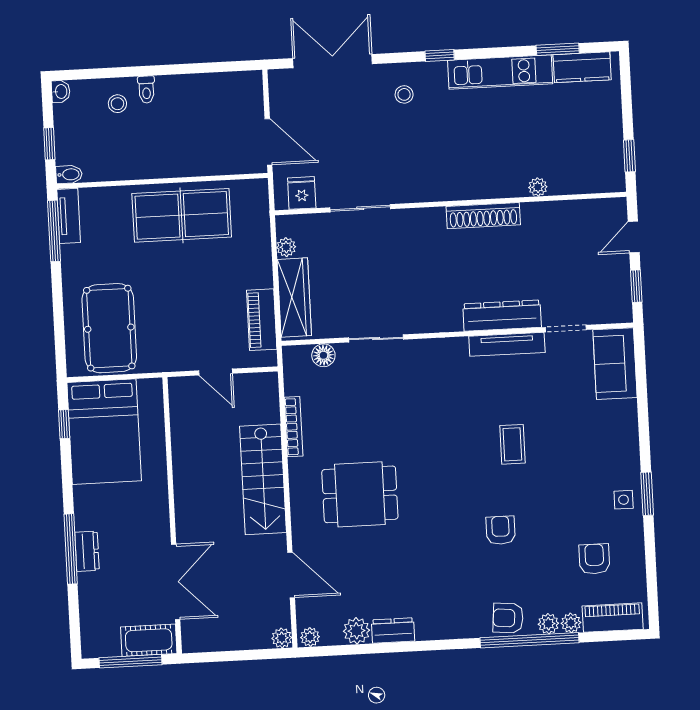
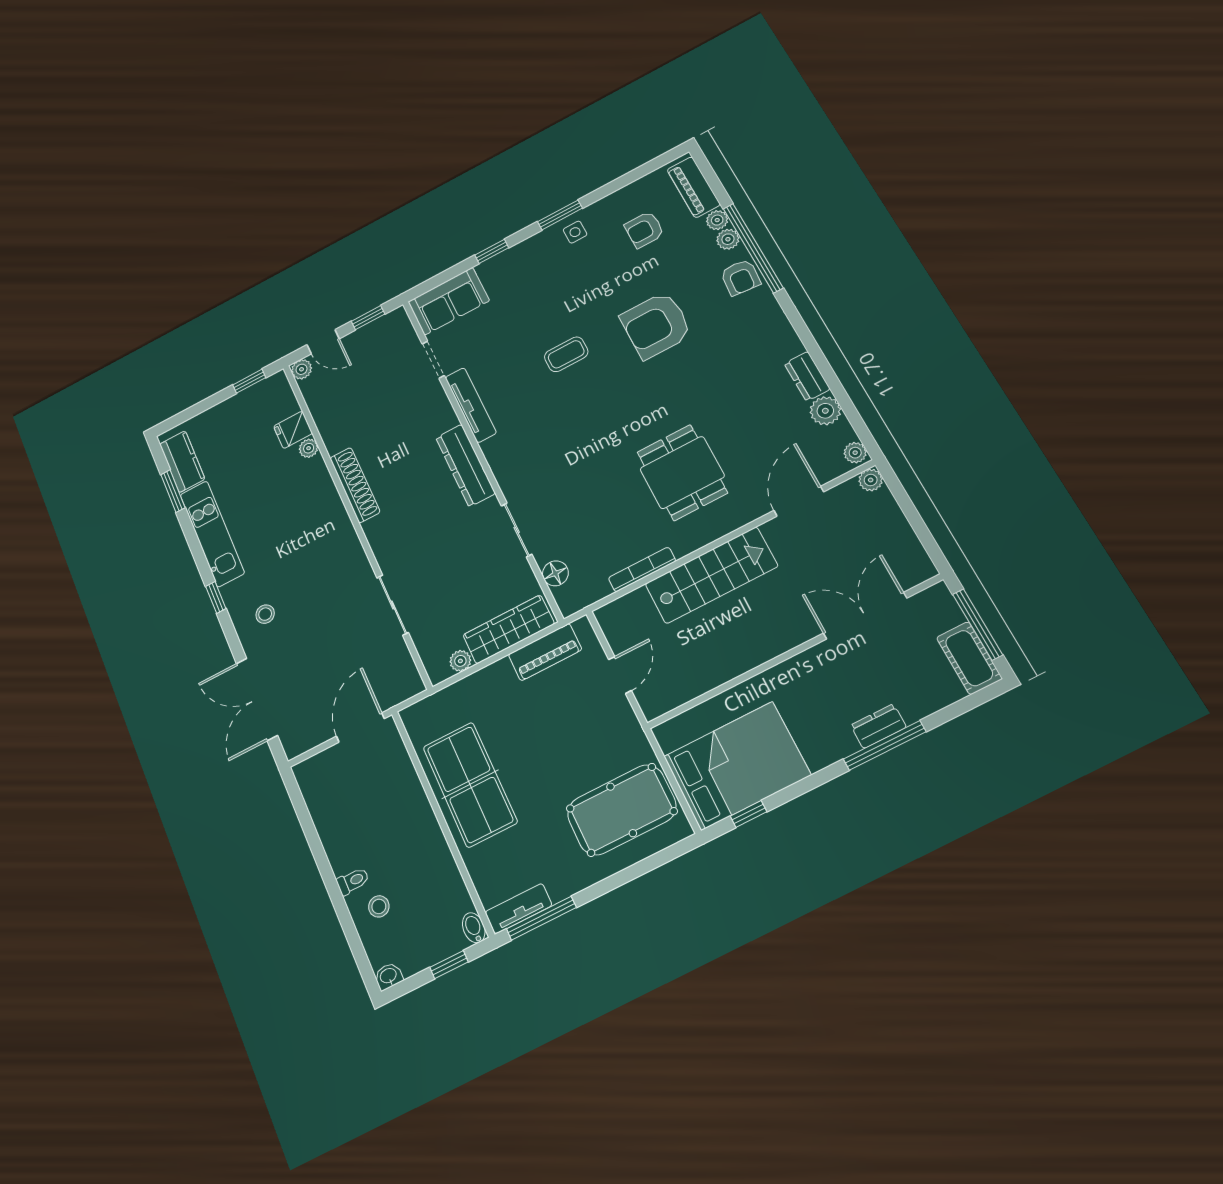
fridge: (302, 193) -> (293, 430), moved
plant: (617, 208) -> (302, 369), added
dresser: (502, 316) -> (465, 465), moved
window: (643, 420) -> (492, 251), added
armchair: (501, 530) -> (656, 325), width x1.88, depth x1.88
cot: (149, 640) -> (969, 658), moved

